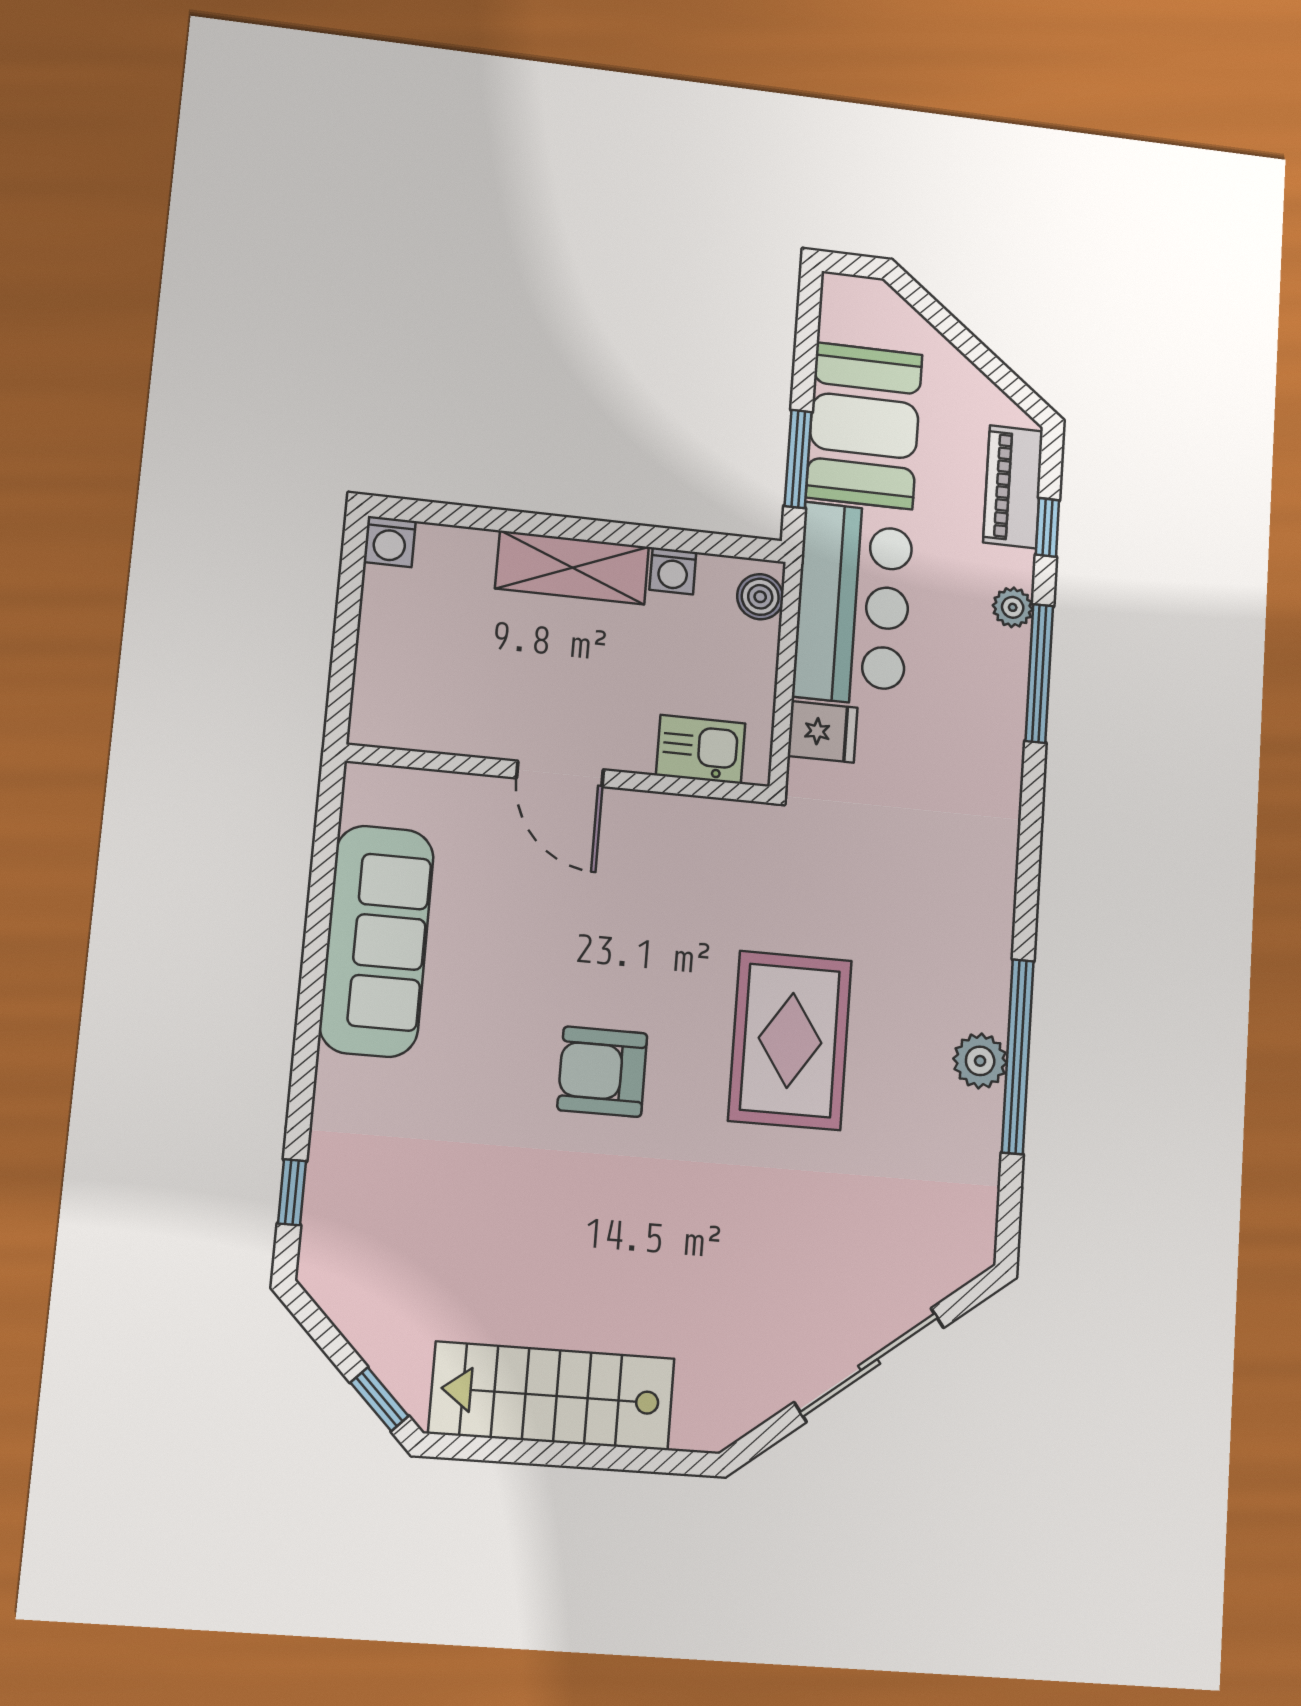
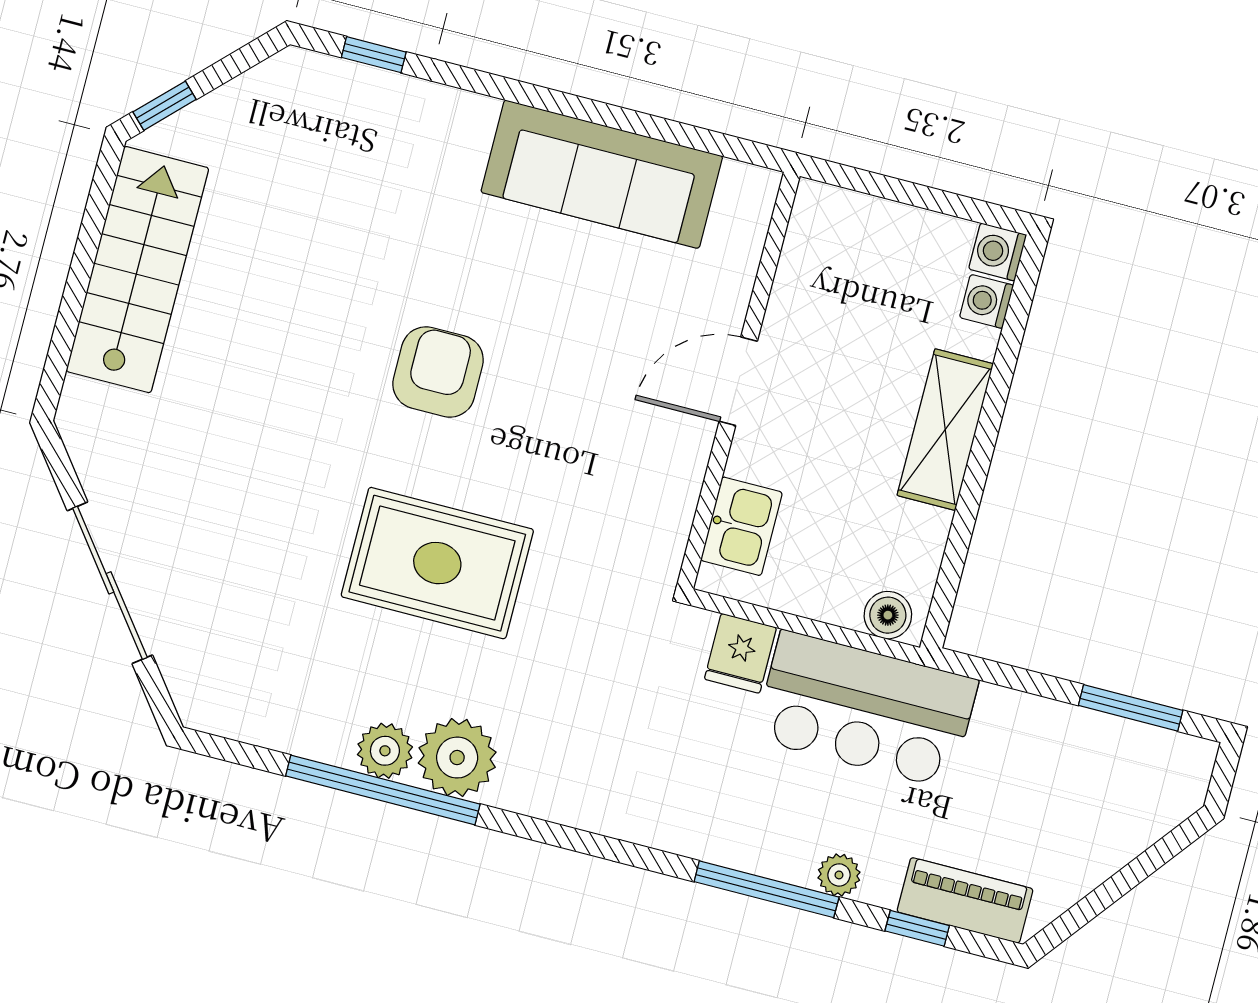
booth: (864, 426) -> (1051, 756), removed
window: (798, 459) -> (1131, 708), moved
washing machine: (673, 571) -> (987, 301), moved
plant: (973, 989) -> (457, 758), added

